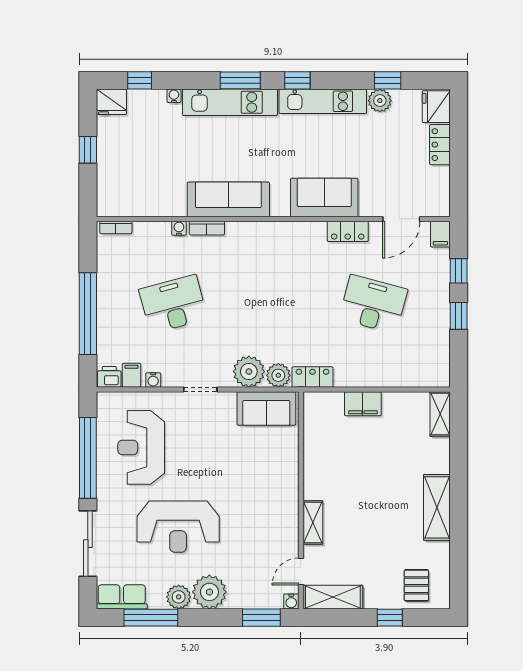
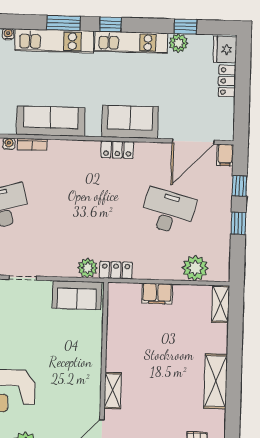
door: (401, 219) -> (193, 142), width x1.36
locker: (348, 231) -> (117, 150), moved
plant: (249, 372) -> (195, 268), moved

